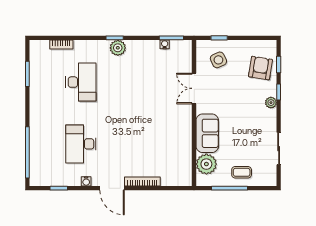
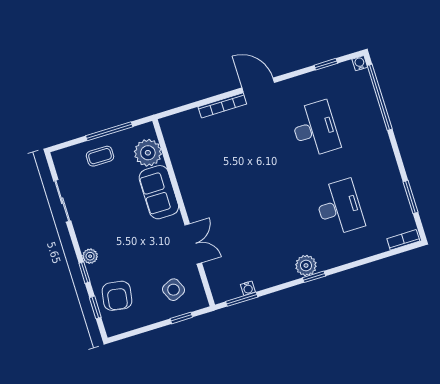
bookcase: (61, 45) -> (403, 240), moved
desk: (81, 82) -> (339, 207), turned 180
water cooler: (86, 181) -> (360, 63), moved

